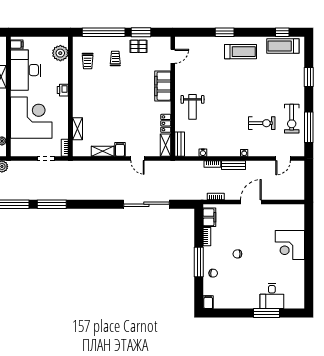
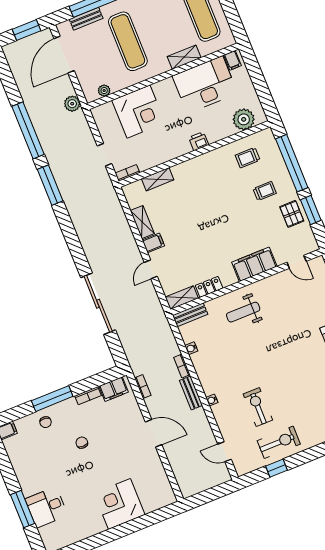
corner desk: (31, 118) -> (138, 112), width x0.74, depth x0.74
exercise bike: (292, 119) -> (279, 442), turned 180
exercise bike: (262, 123) -> (258, 407), turned 180
window: (309, 127) -> (276, 468), width x0.46

